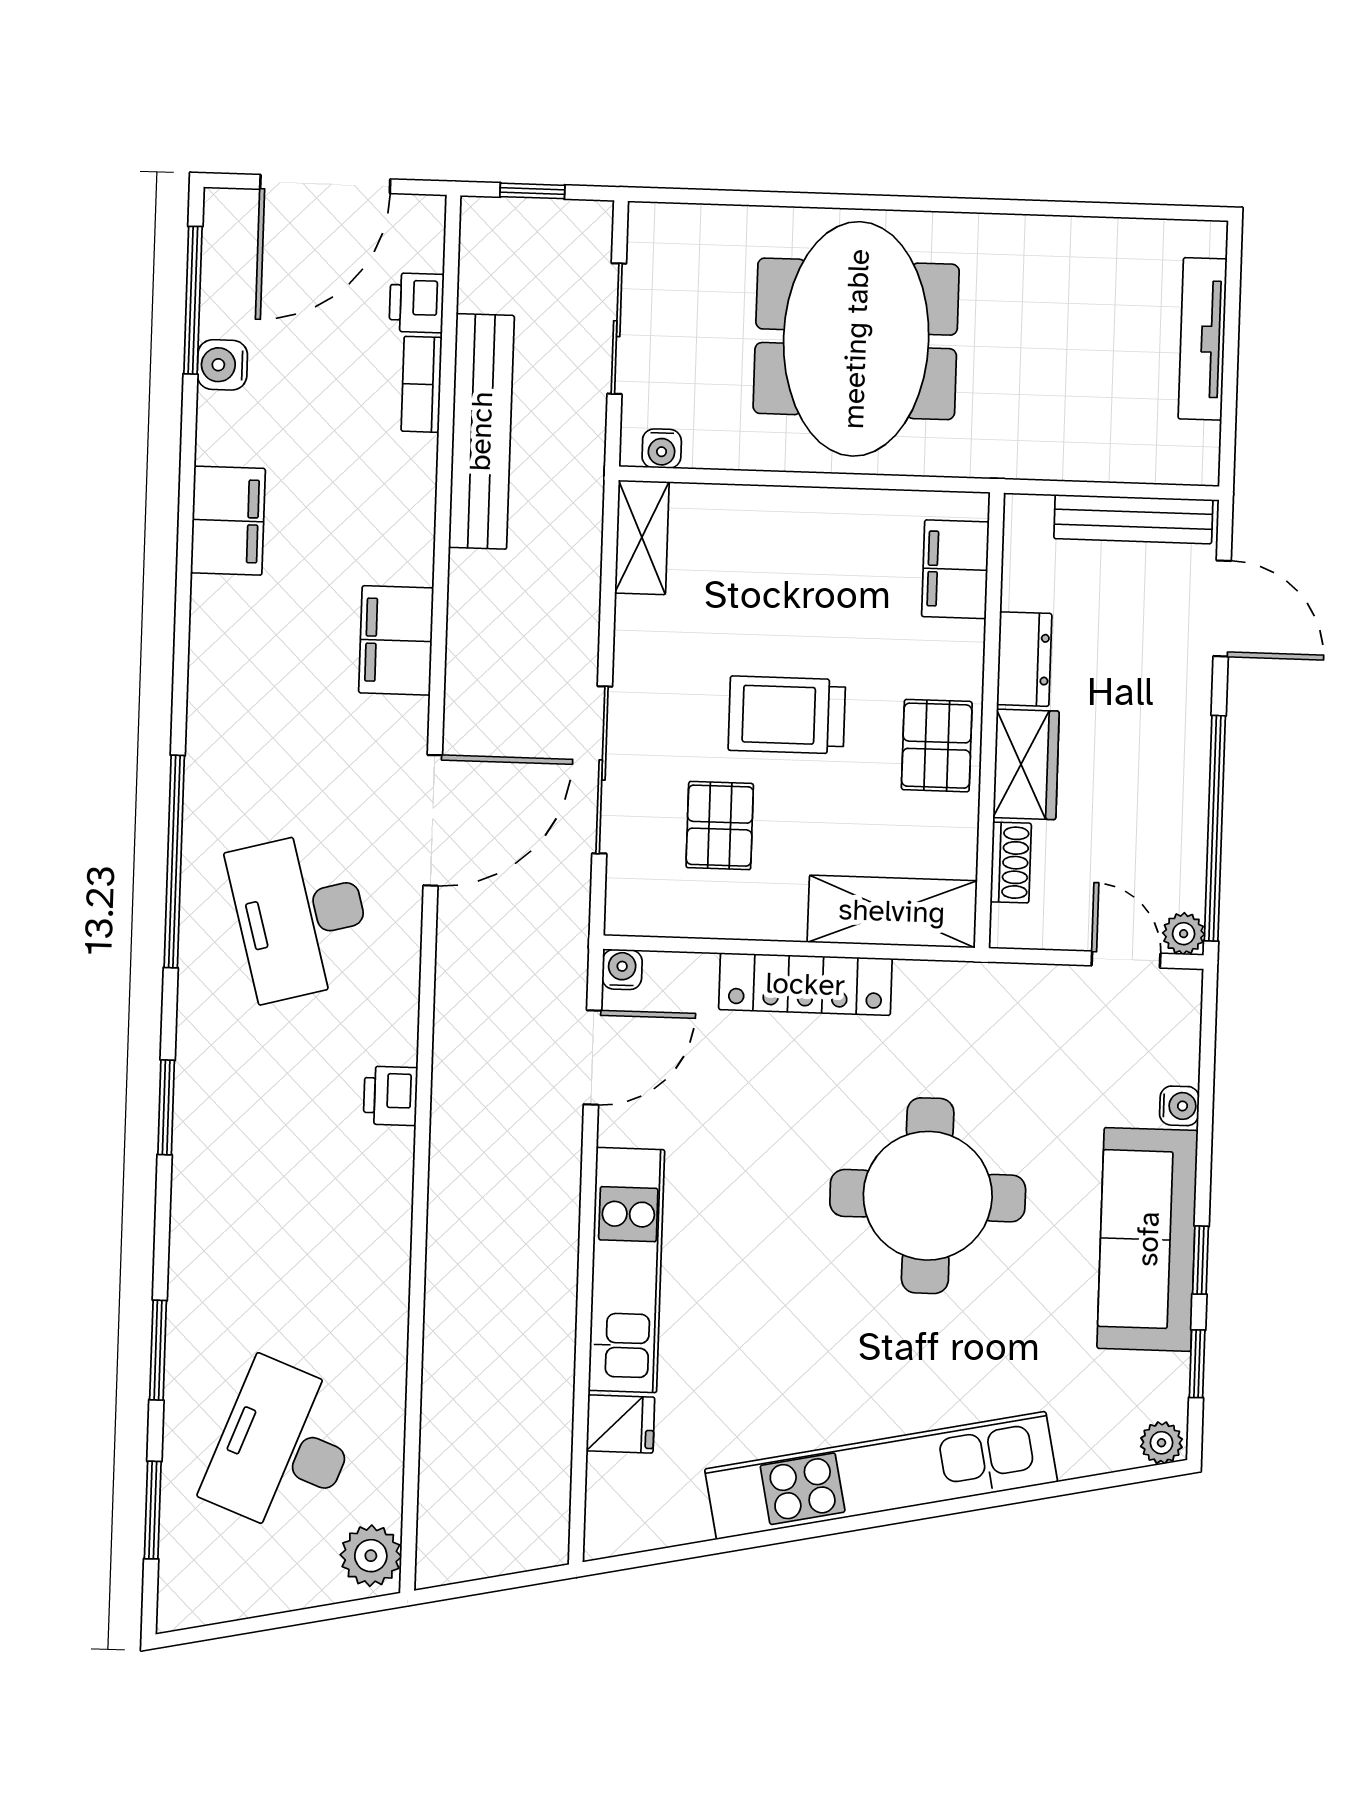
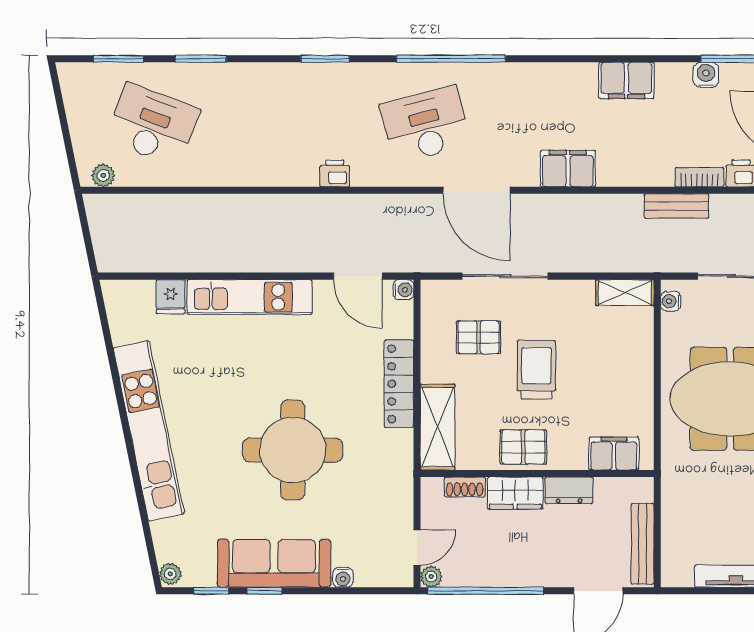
bench: (481, 431) -> (676, 206), width x0.54, depth x0.82
plant: (371, 1556) -> (103, 175), width x0.73, depth x0.73

